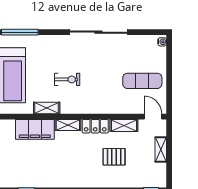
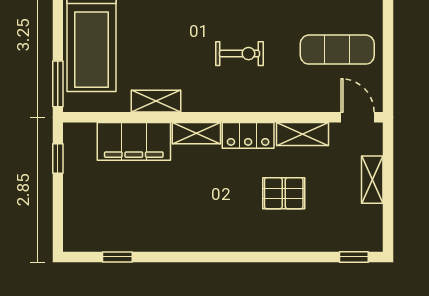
exercise bike: (67, 79) -> (239, 54), moved

